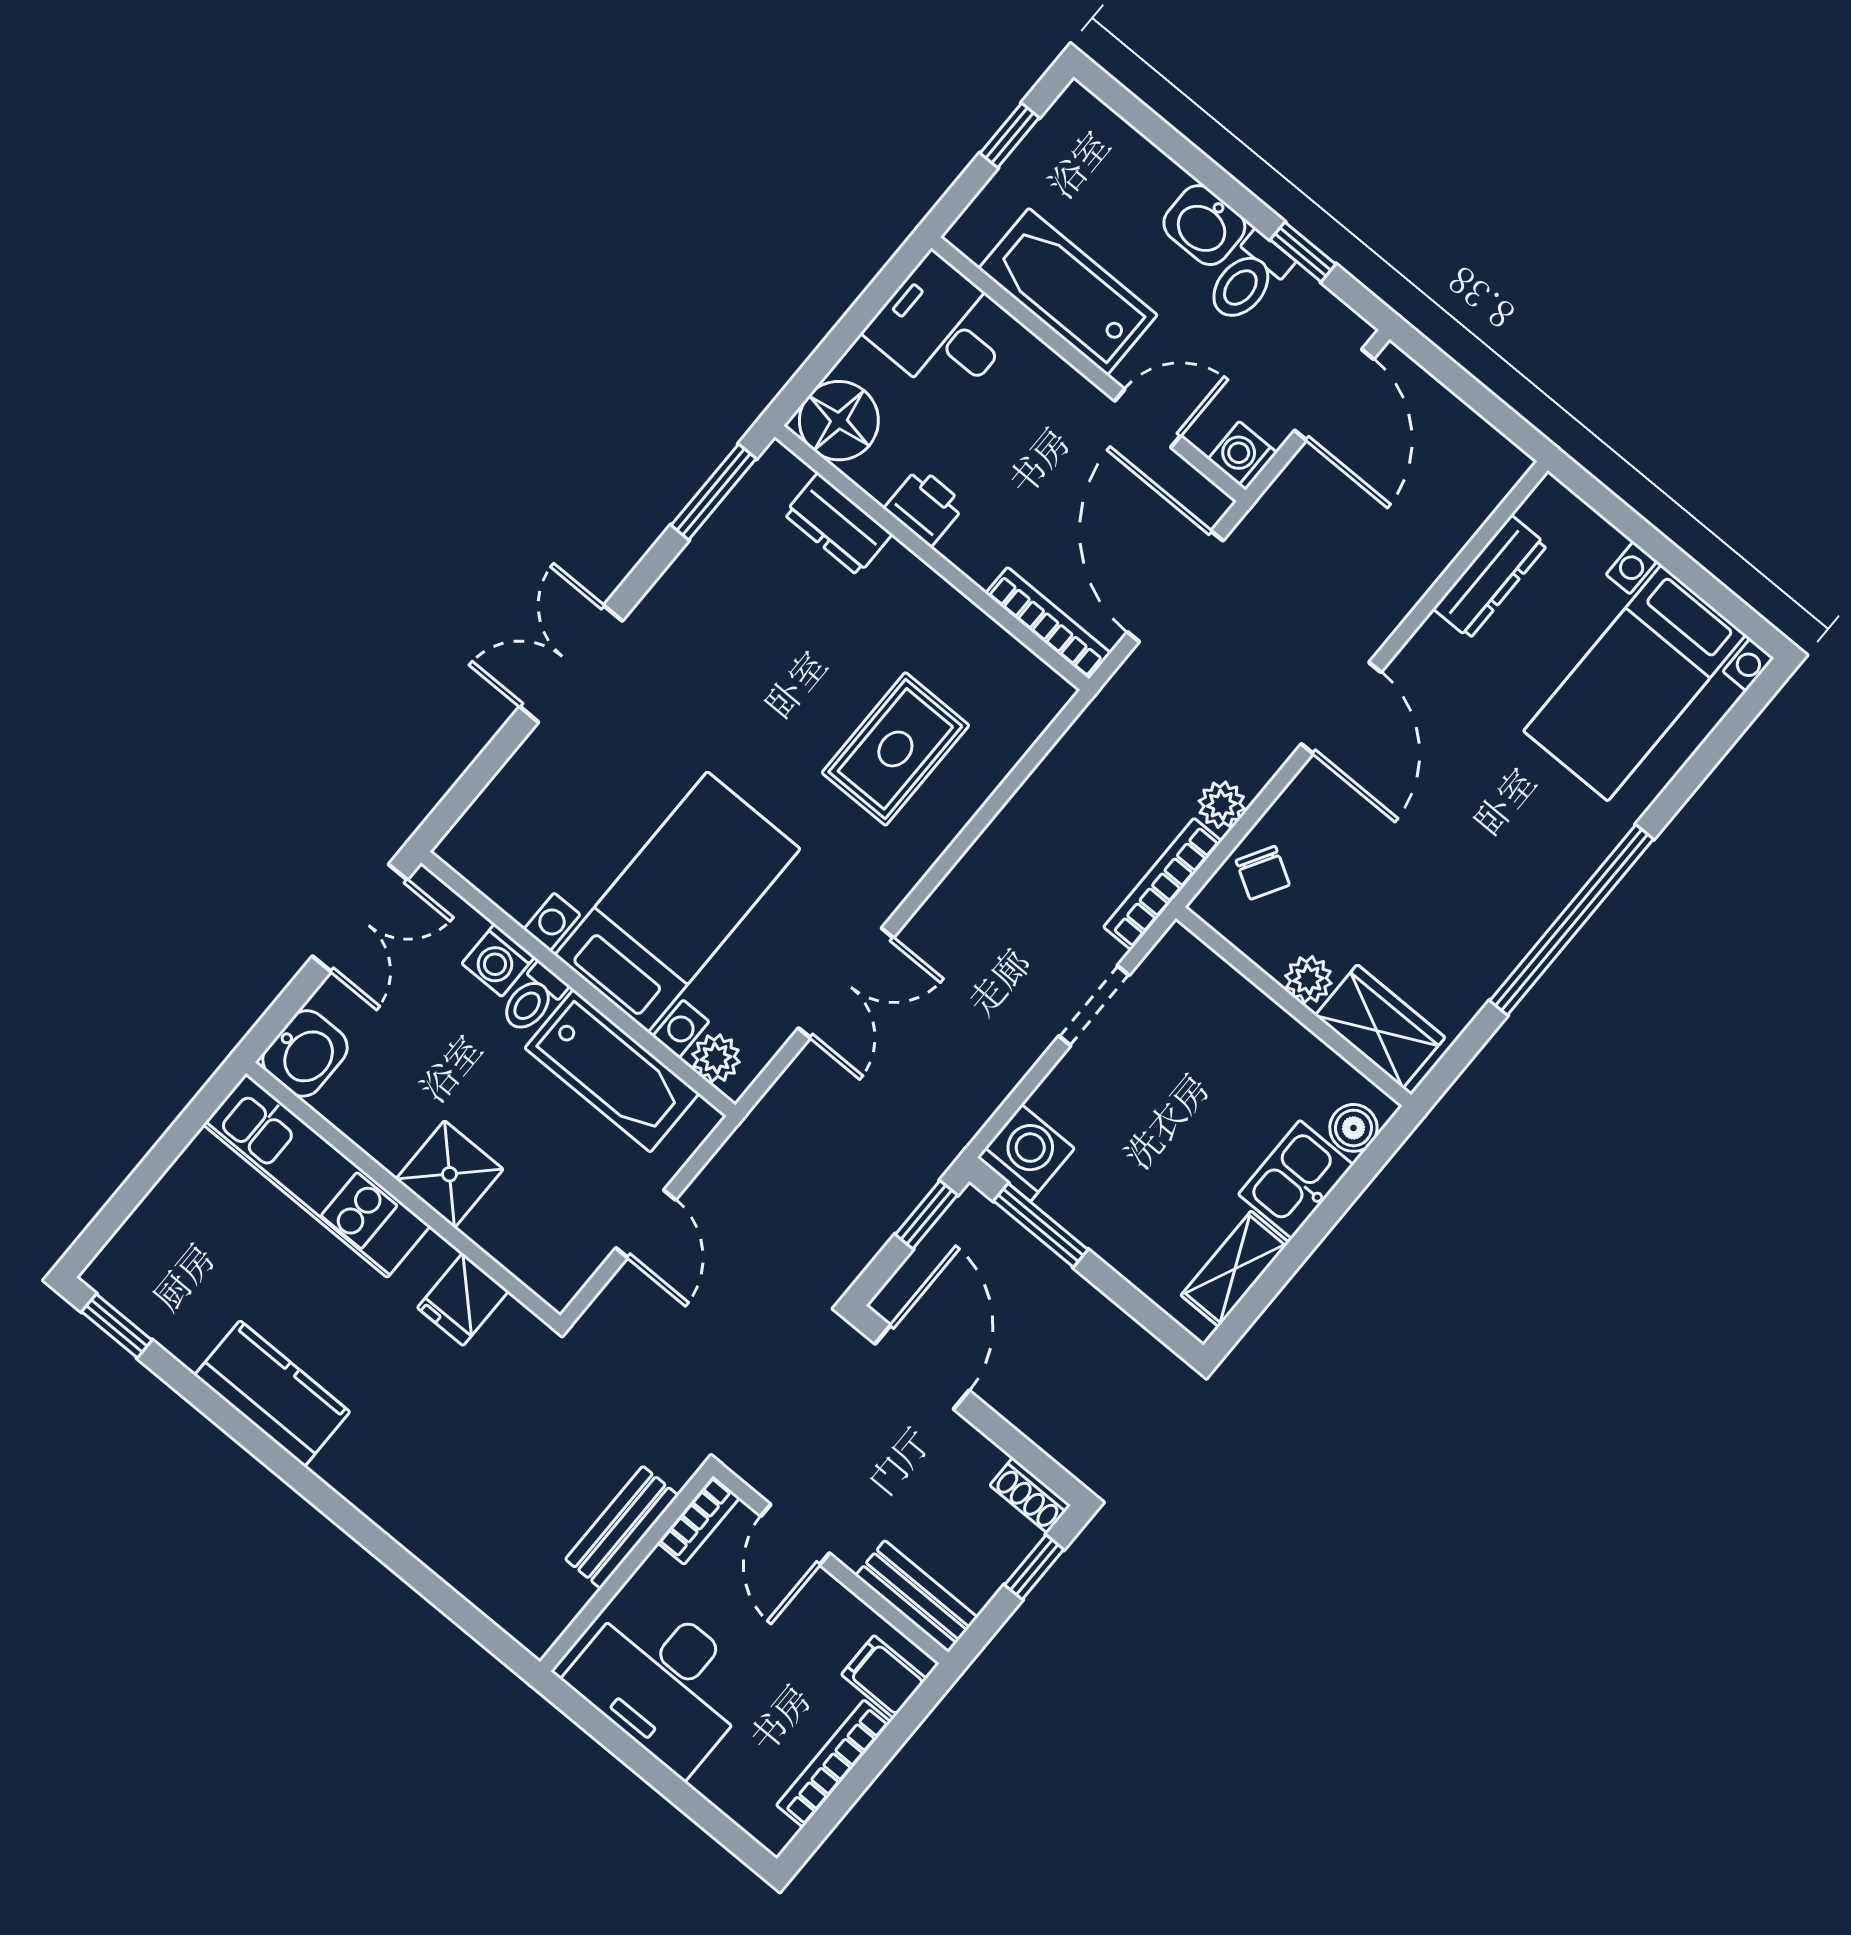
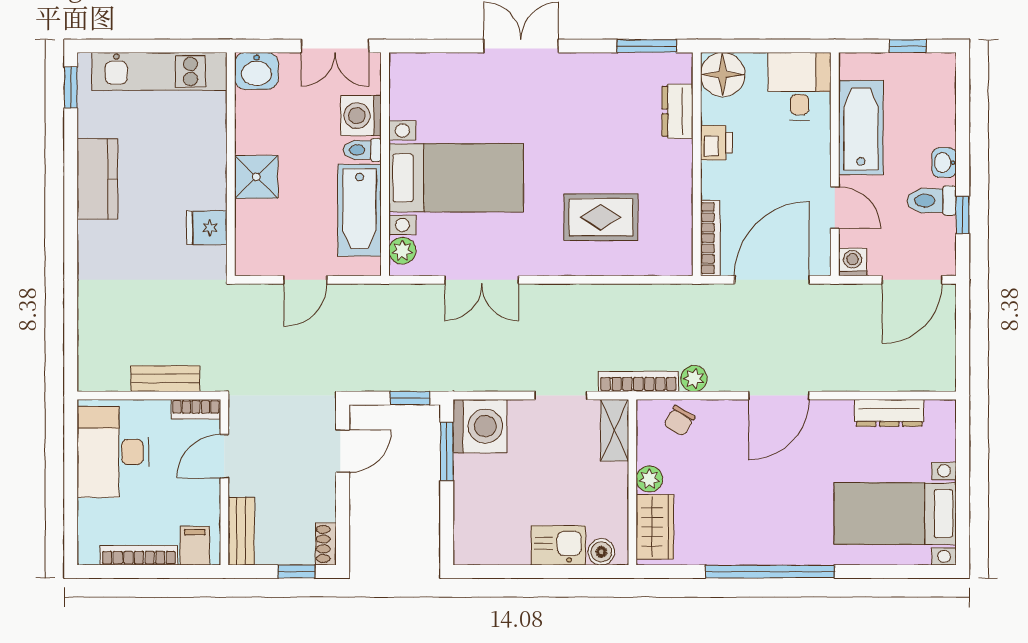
washbasin: (1204, 225) -> (944, 163), width x0.72, depth x0.69
washing machine: (498, 960) -> (361, 116), width x1.38, depth x1.38
washing machine: (1026, 1153) -> (480, 426), width x1.37, depth x1.37
kitchen unit: (317, 1175) -> (159, 71), moved, turned -90
shelving: (1235, 1269) -> (615, 430), moved, turned 90
door: (922, 1367) -> (343, 451), width x0.73

